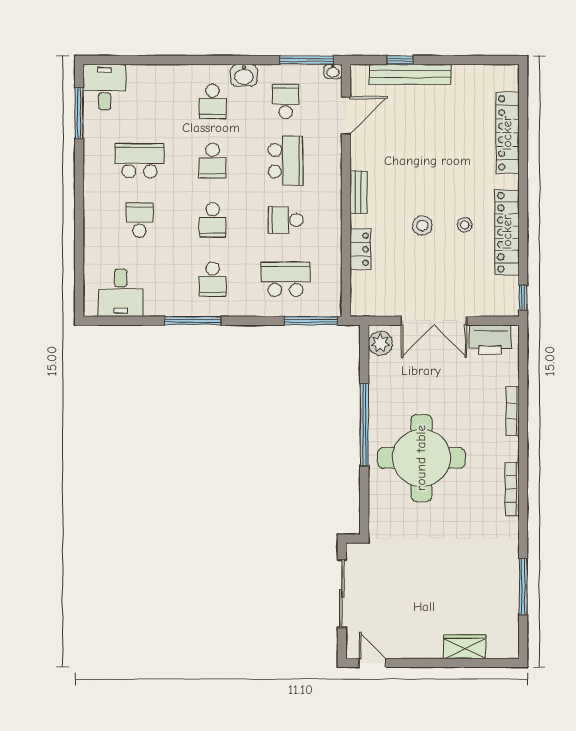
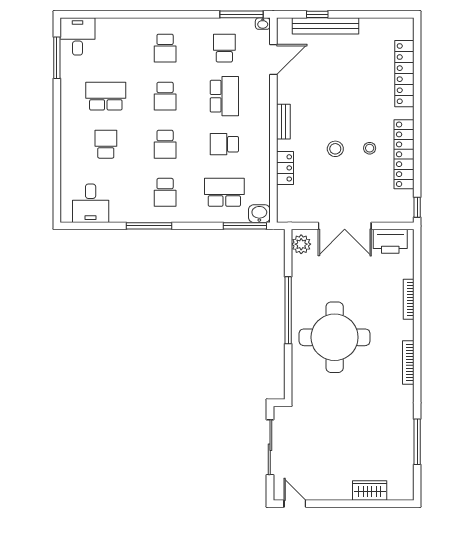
washbasin: (244, 75) -> (259, 214), moved, turned 180

